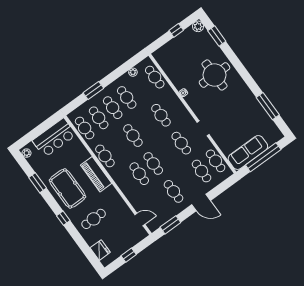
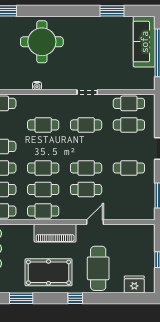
window: (268, 106) -> (112, 11), width x0.69
cafe table: (119, 146) -> (43, 189), added
sofa: (248, 153) -> (144, 42), moved
cafe table: (94, 219) -> (98, 268), width x1.37, depth x1.35
door: (140, 219) -> (95, 222), moved

